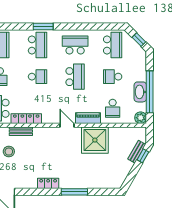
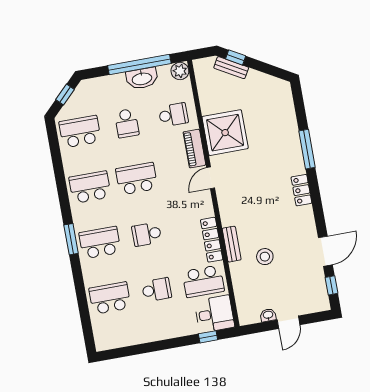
school desk: (75, 45) -> (90, 187), turned 90
school desk: (37, 77) -> (147, 234), turned -90

